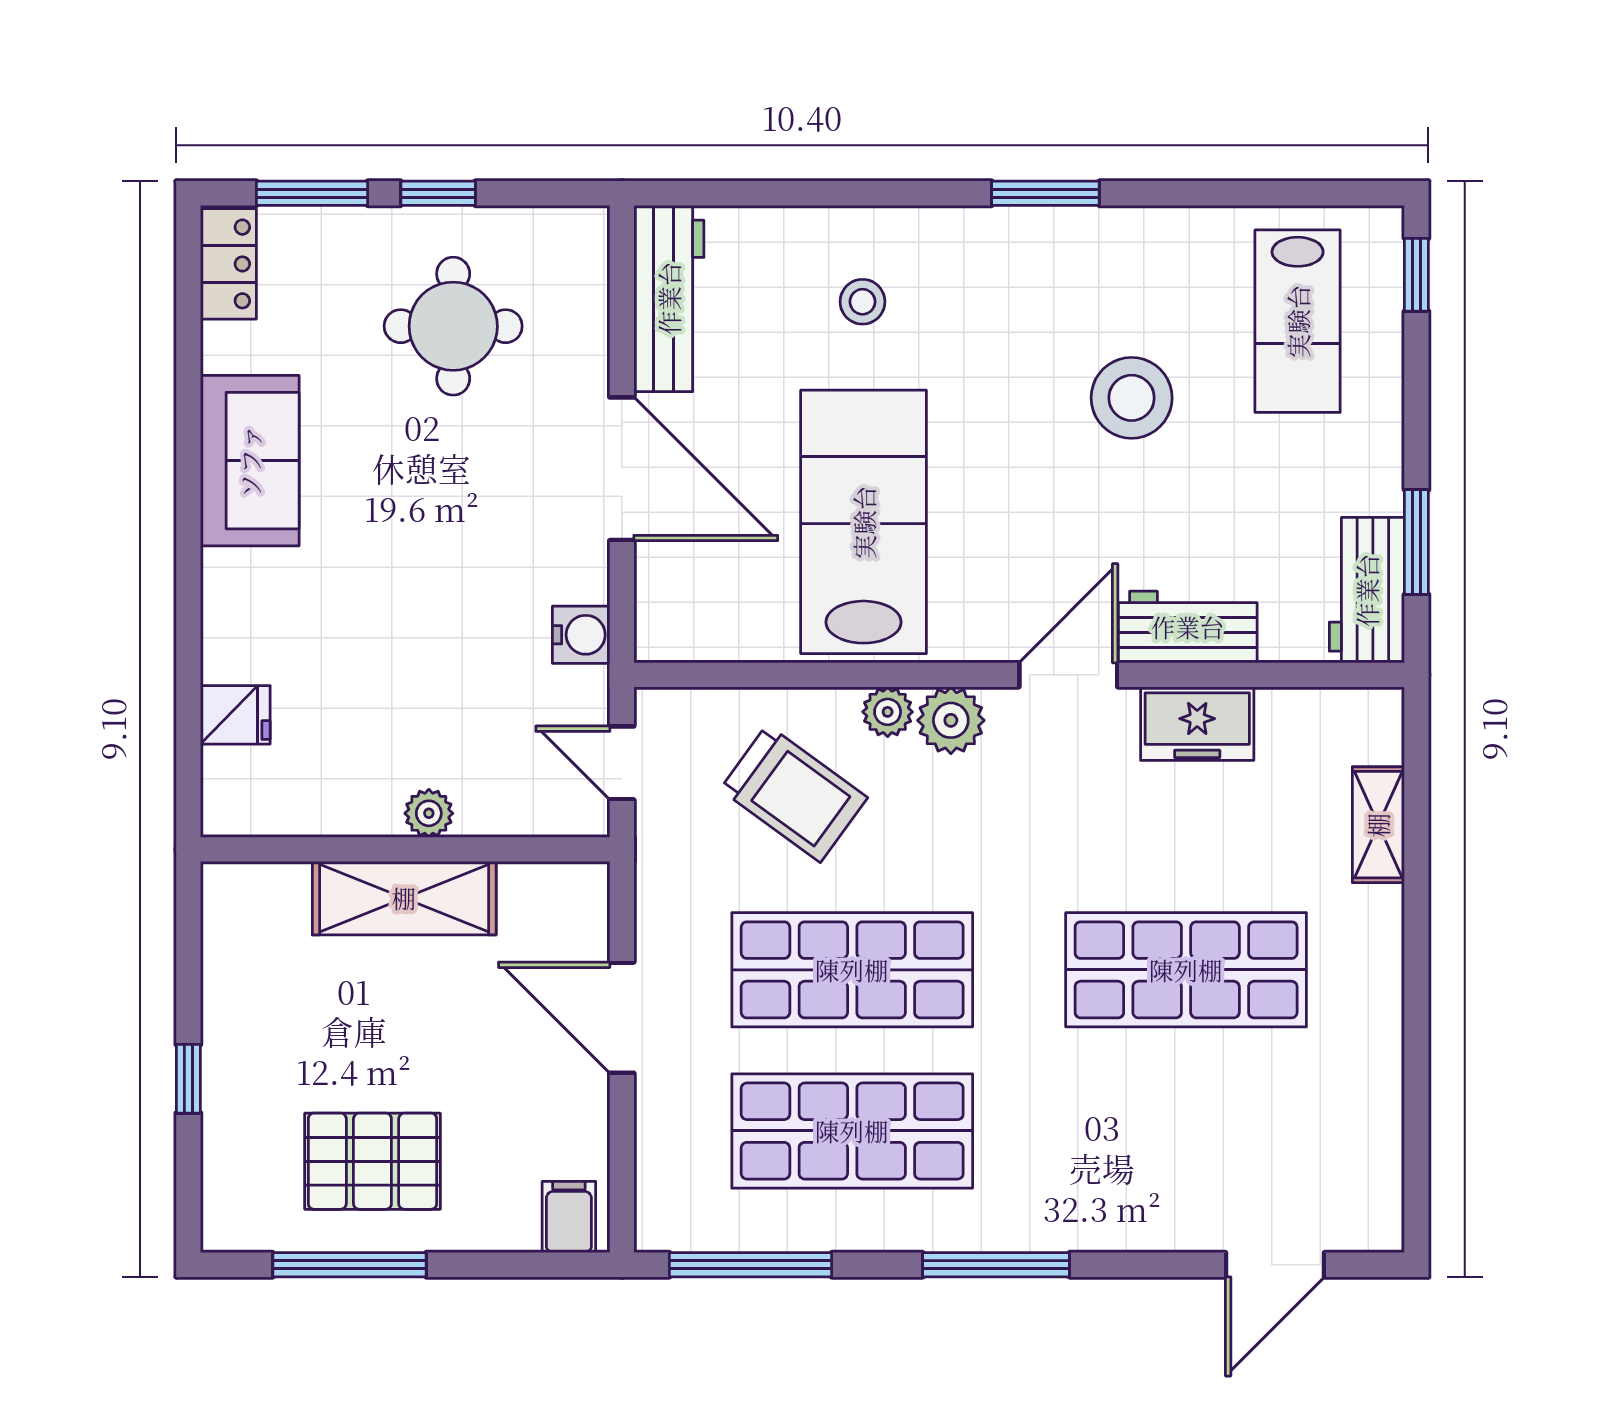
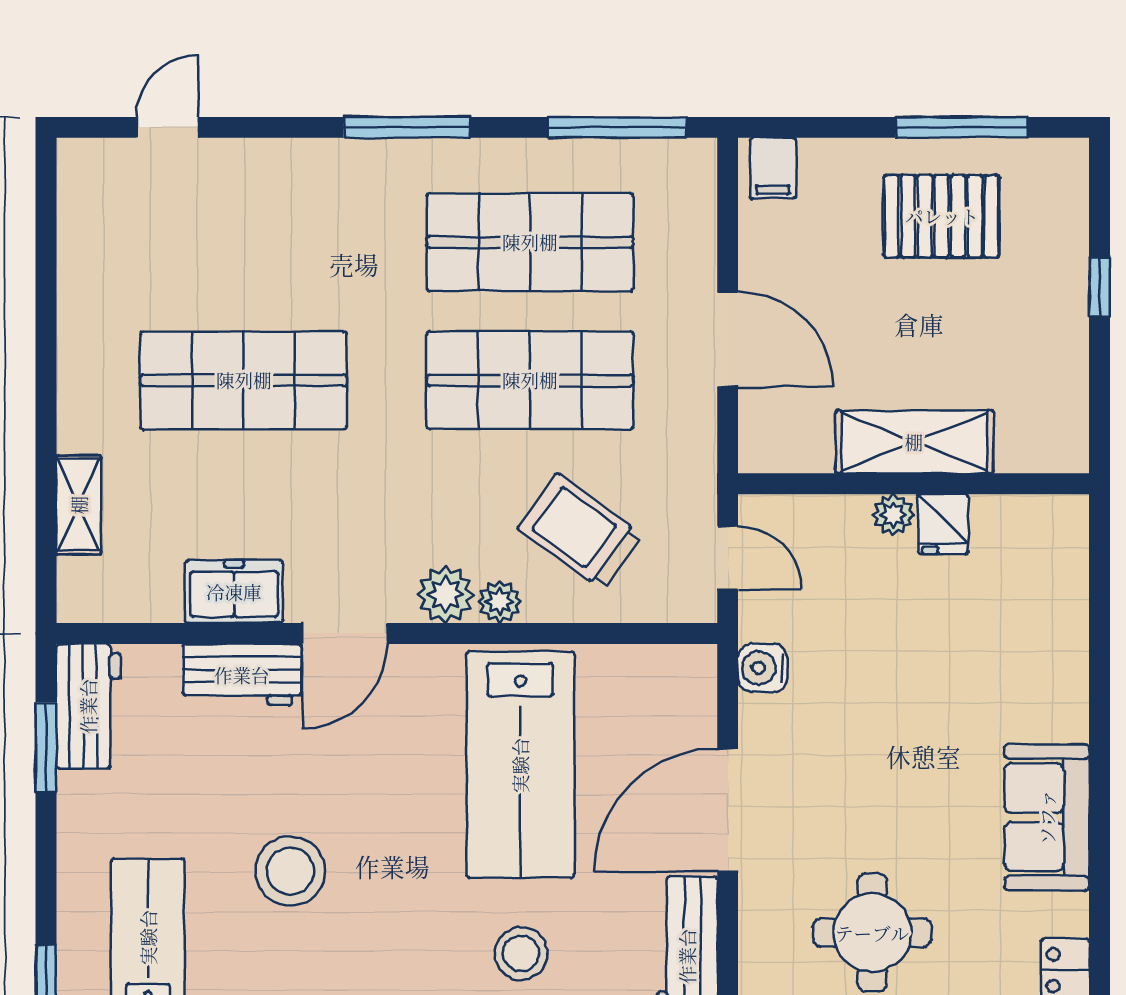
stool: (863, 302) -> (521, 954), width x1.37, depth x1.37
door: (622, 469) -> (728, 810), hinge flipped
fridge: (235, 715) -> (943, 524), moved, turned -90
door: (1275, 1265) -> (167, 127), width x0.73

